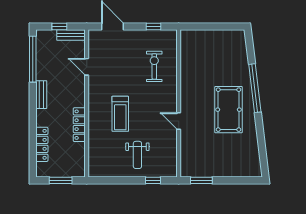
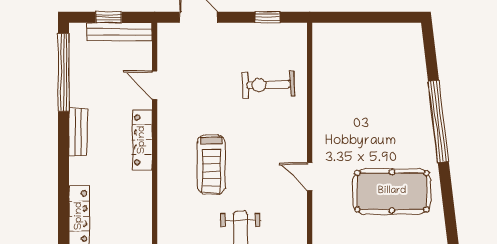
bench: (71, 35) -> (120, 32), width x1.36
exercise bike: (154, 66) -> (269, 85), turned -92
pool table: (228, 110) -> (392, 191), moved, turned 90
locker: (79, 125) -> (142, 140), moved

